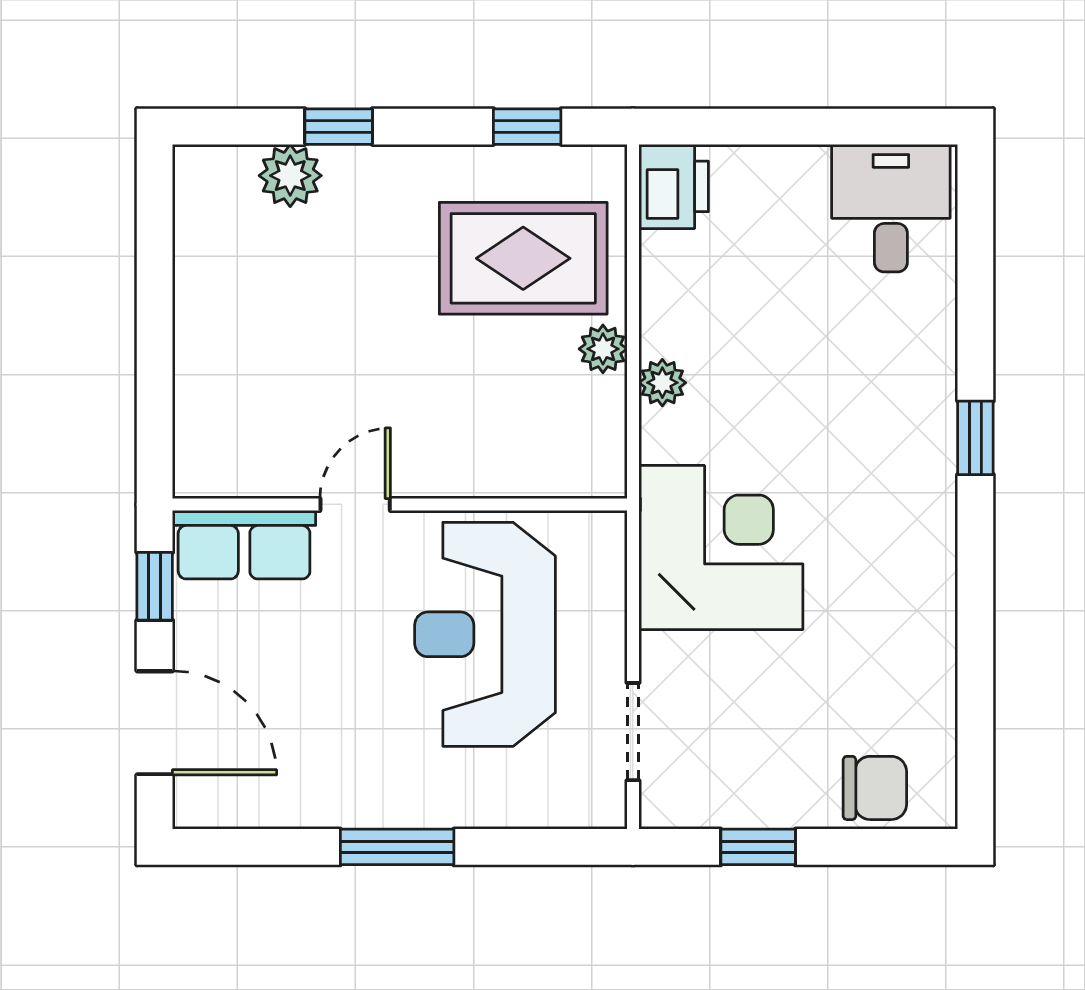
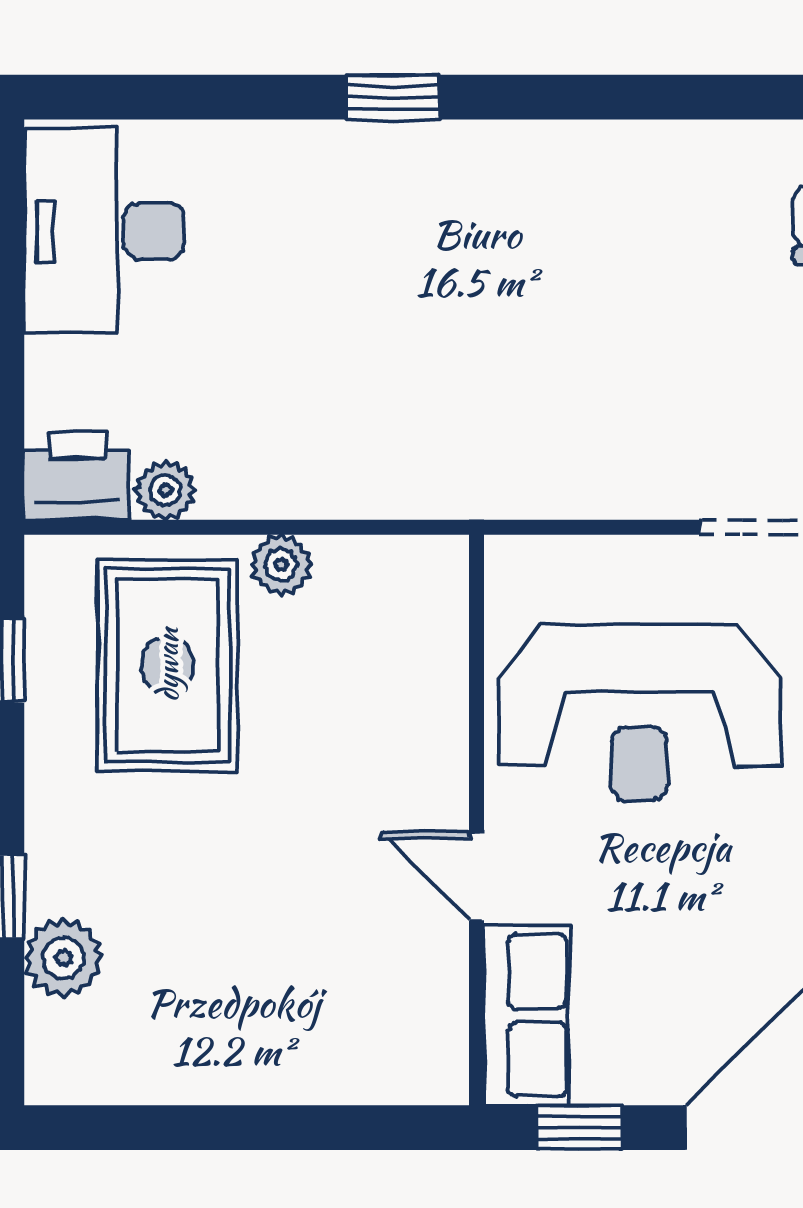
desk: (891, 208) -> (104, 231), width x1.37
plant: (662, 383) -> (165, 490), moved
corner desk: (721, 548) -> (531, 417), removed

